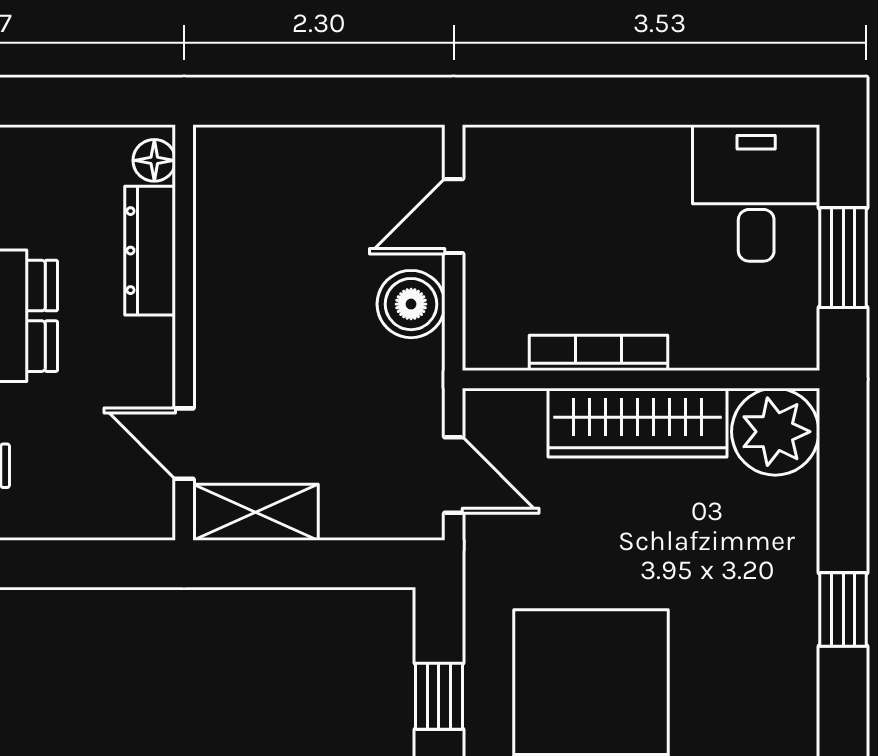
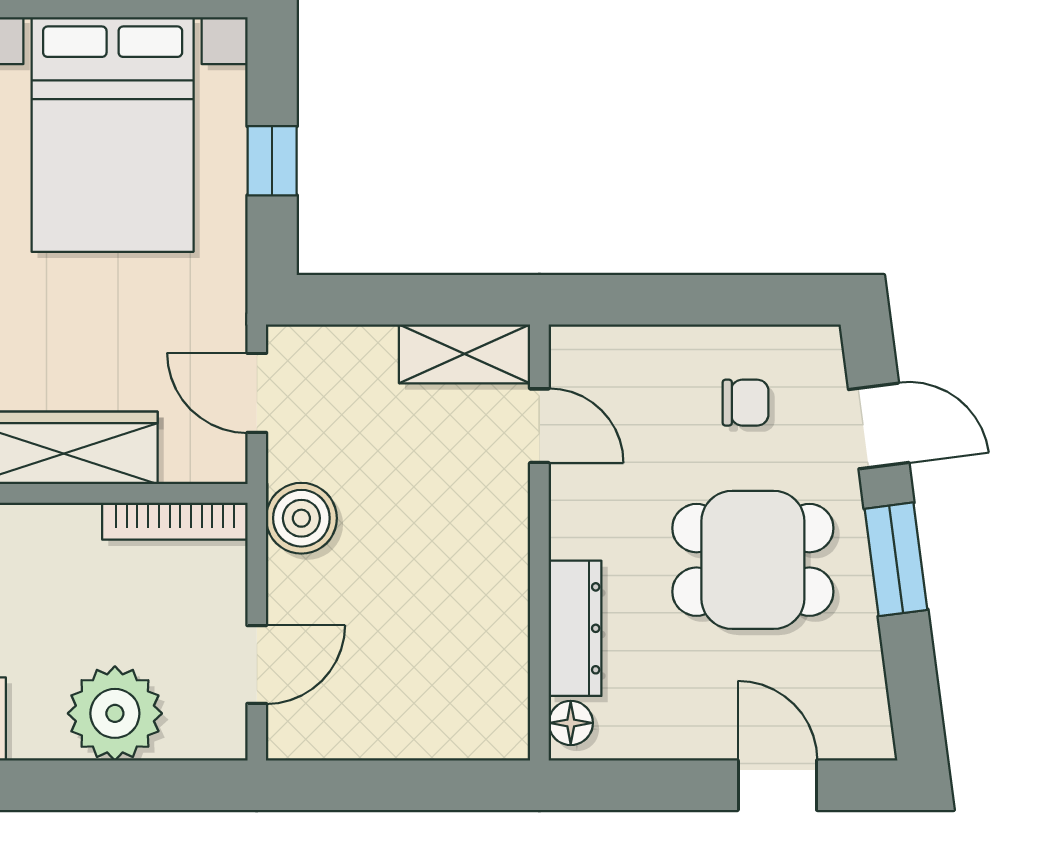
plant: (589, 170) -> (115, 713), added
boiler: (411, 304) -> (301, 518), moved
bookcase: (598, 353) -> (175, 521), moved

